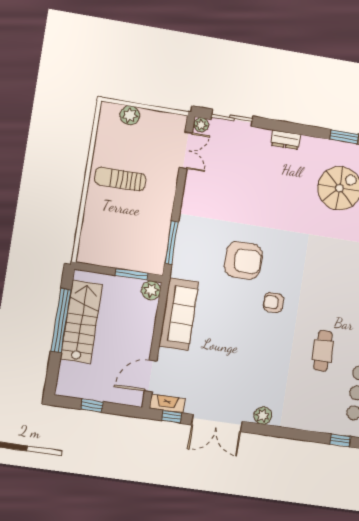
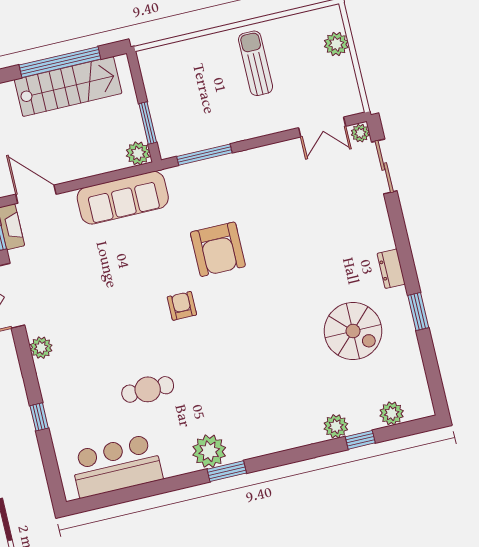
dresser: (286, 140) -> (391, 269), moved
window: (340, 440) -> (39, 417), moved

